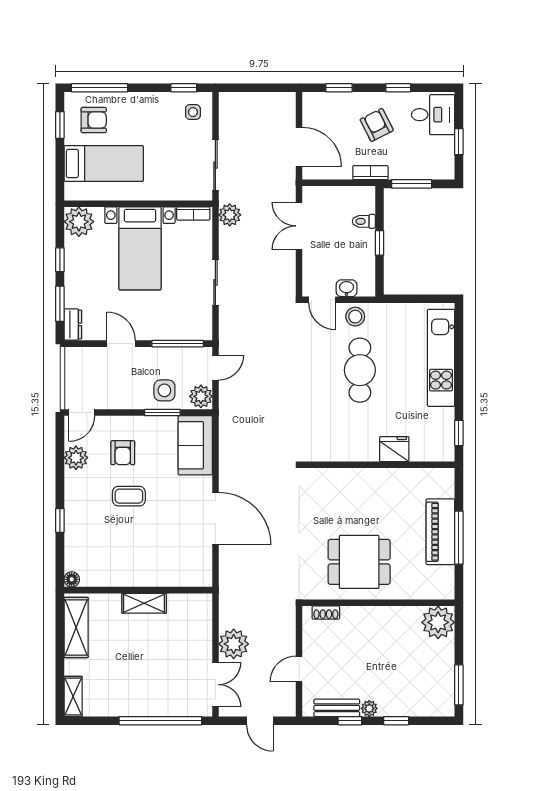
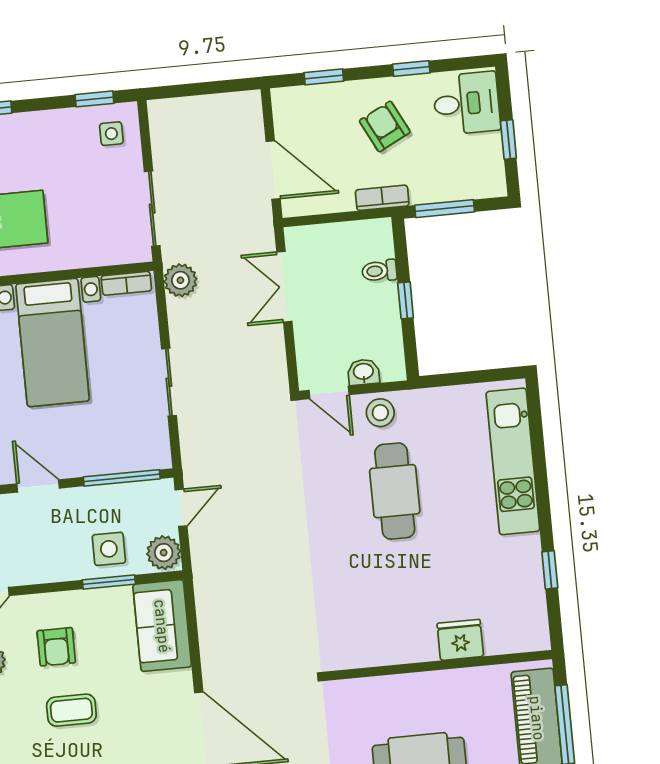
fridge: (394, 449) -> (460, 640), moved
wall: (378, 465) -> (439, 665), moved

